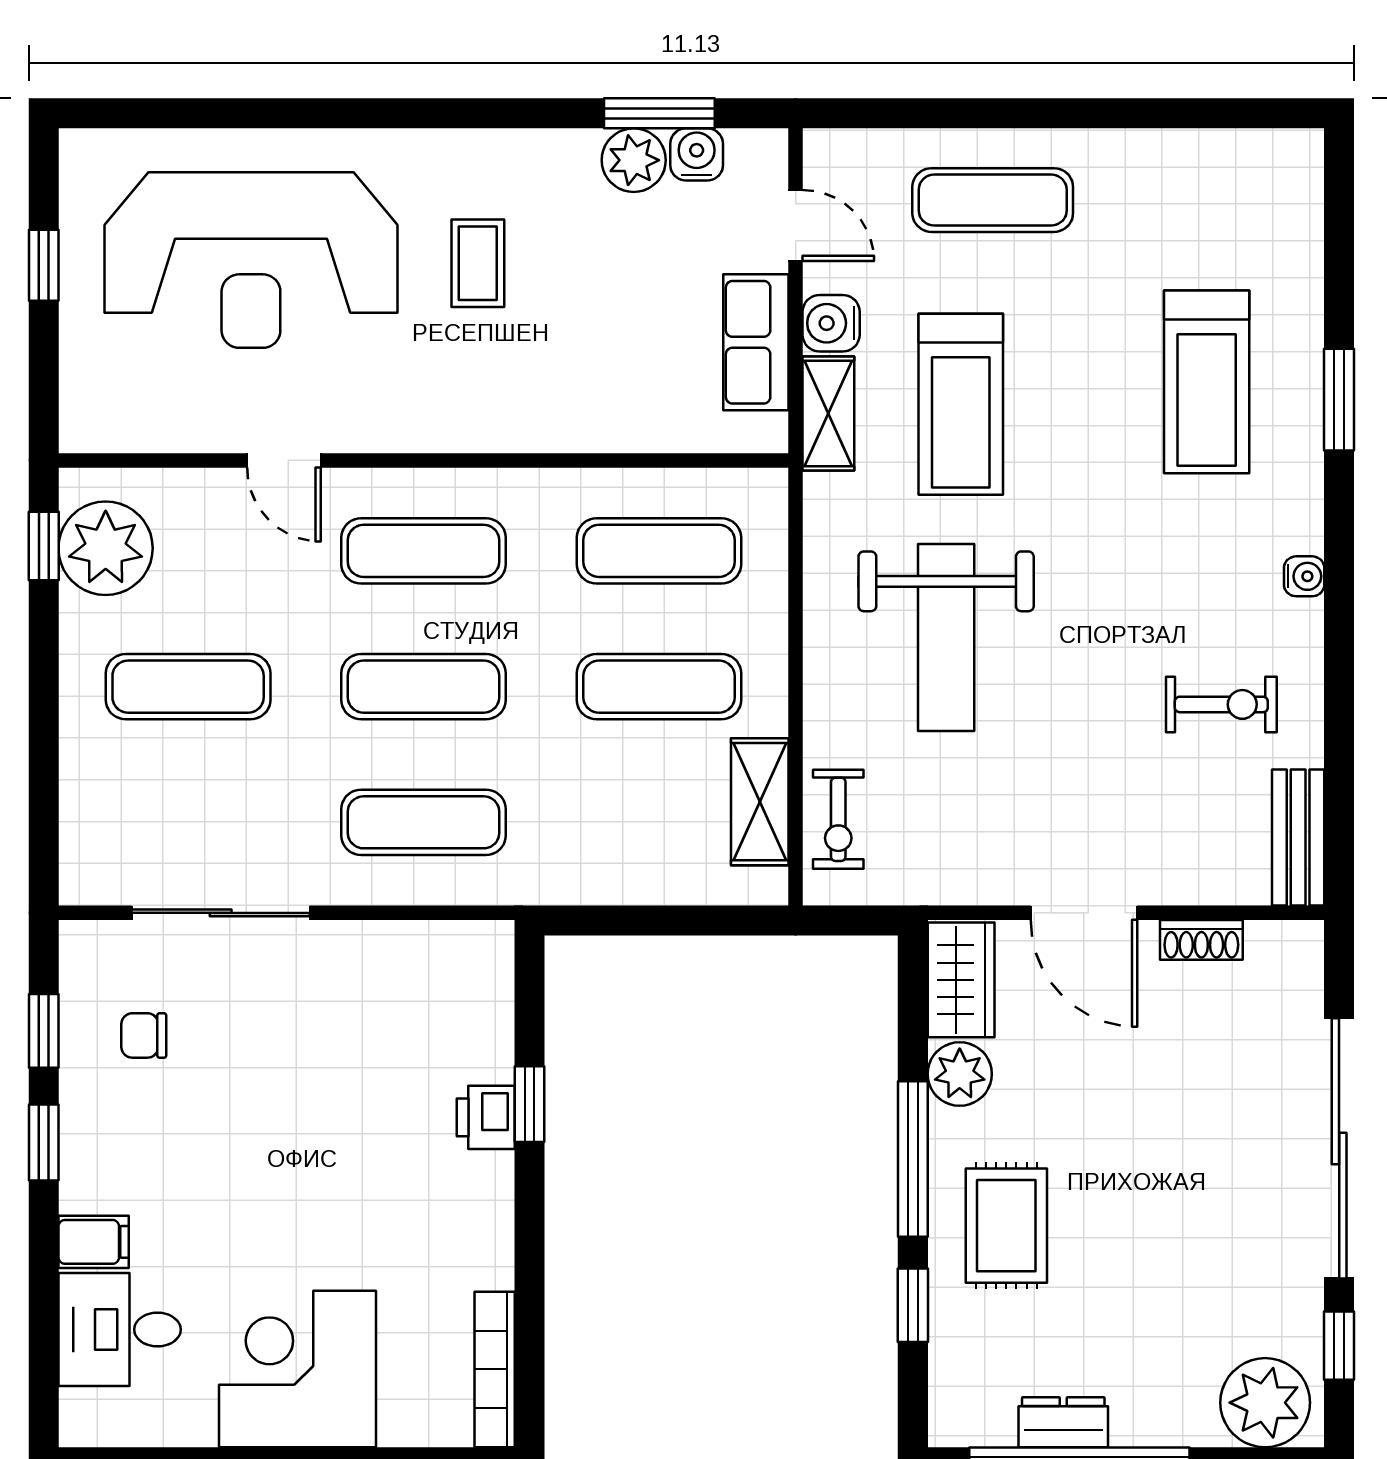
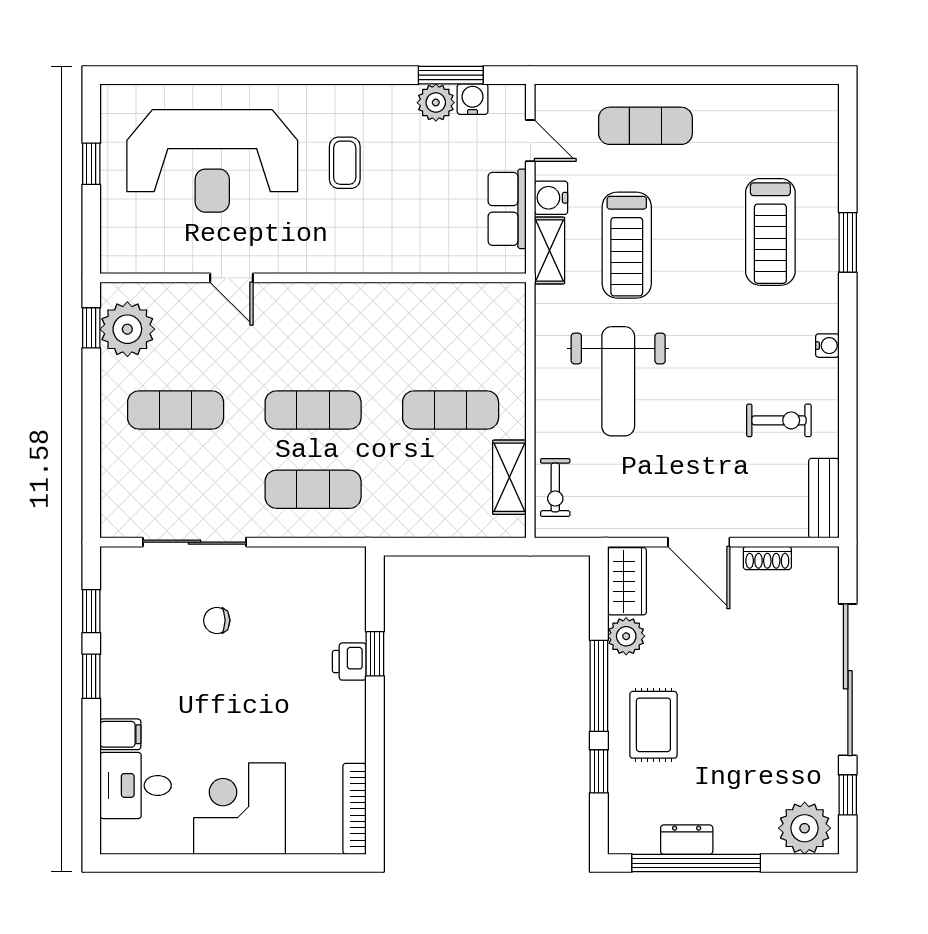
exercise mat: (424, 551) -> (313, 331), removed
exercise mat: (659, 551) -> (451, 331), removed
chair: (144, 1035) -> (217, 620), moved

